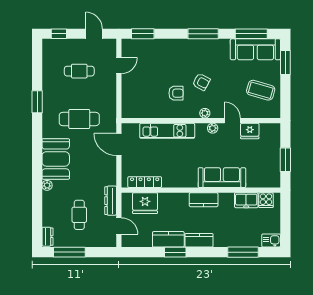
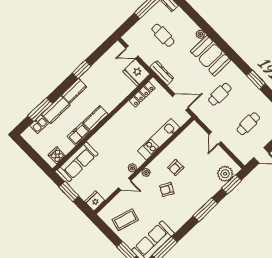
window: (203, 34) -> (205, 210), moved
plant: (139, 48) -> (225, 174), added
door: (119, 66) -> (215, 138), moved
cafe table: (79, 119) -> (220, 94), width x0.73, depth x0.74
fridge: (250, 131) -> (95, 201), moved
sofa: (222, 178) -> (78, 162), moved
freezer: (246, 200) -> (79, 134), moved
dresser: (111, 201) -> (162, 73), moved
fridge: (145, 203) -> (136, 73), moved, turned -90
kitchen counter: (168, 239) -> (56, 110), moved
kitchen sink: (271, 241) -> (39, 124), moved

